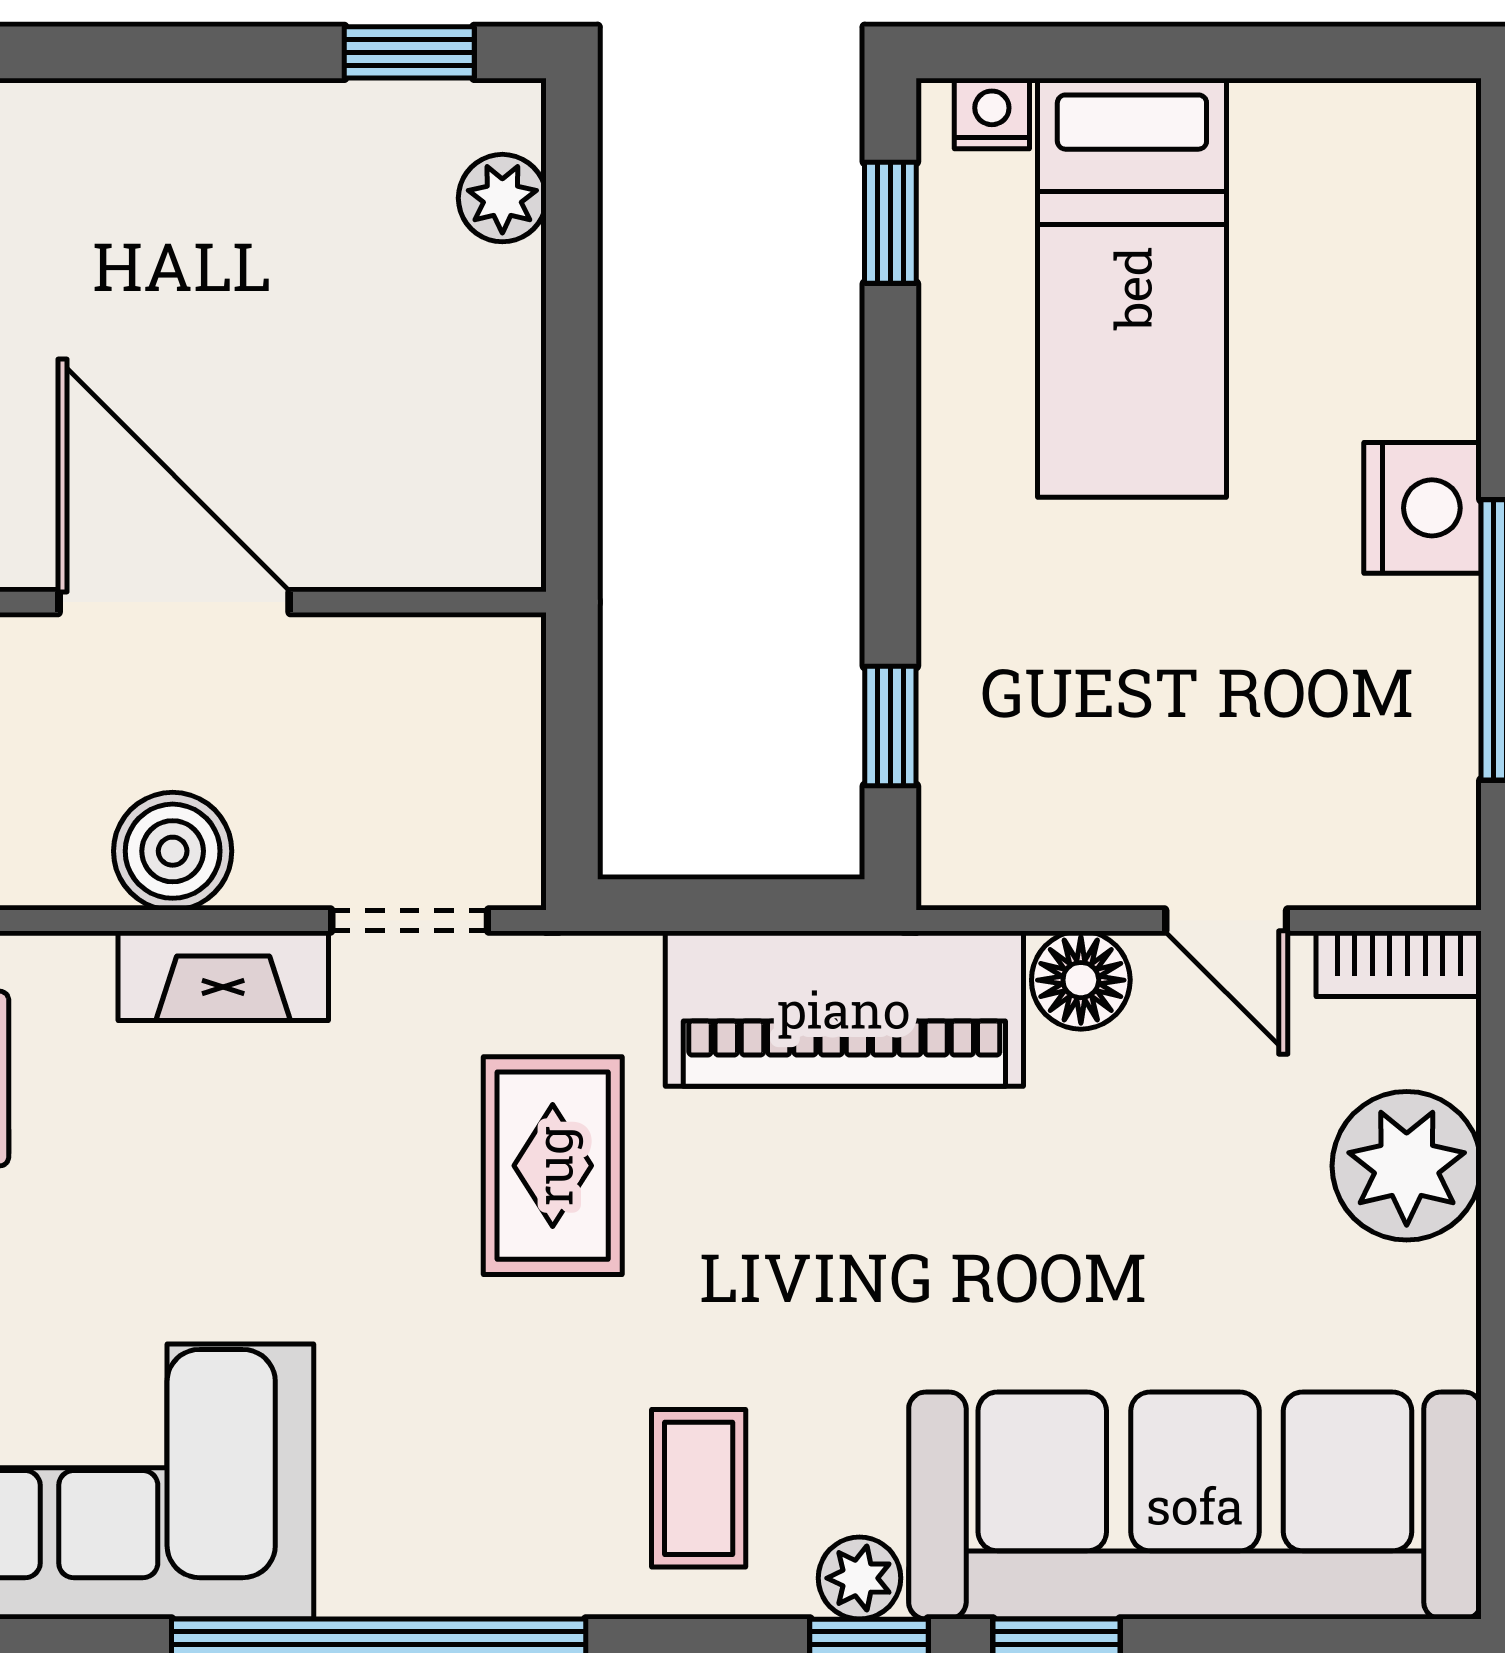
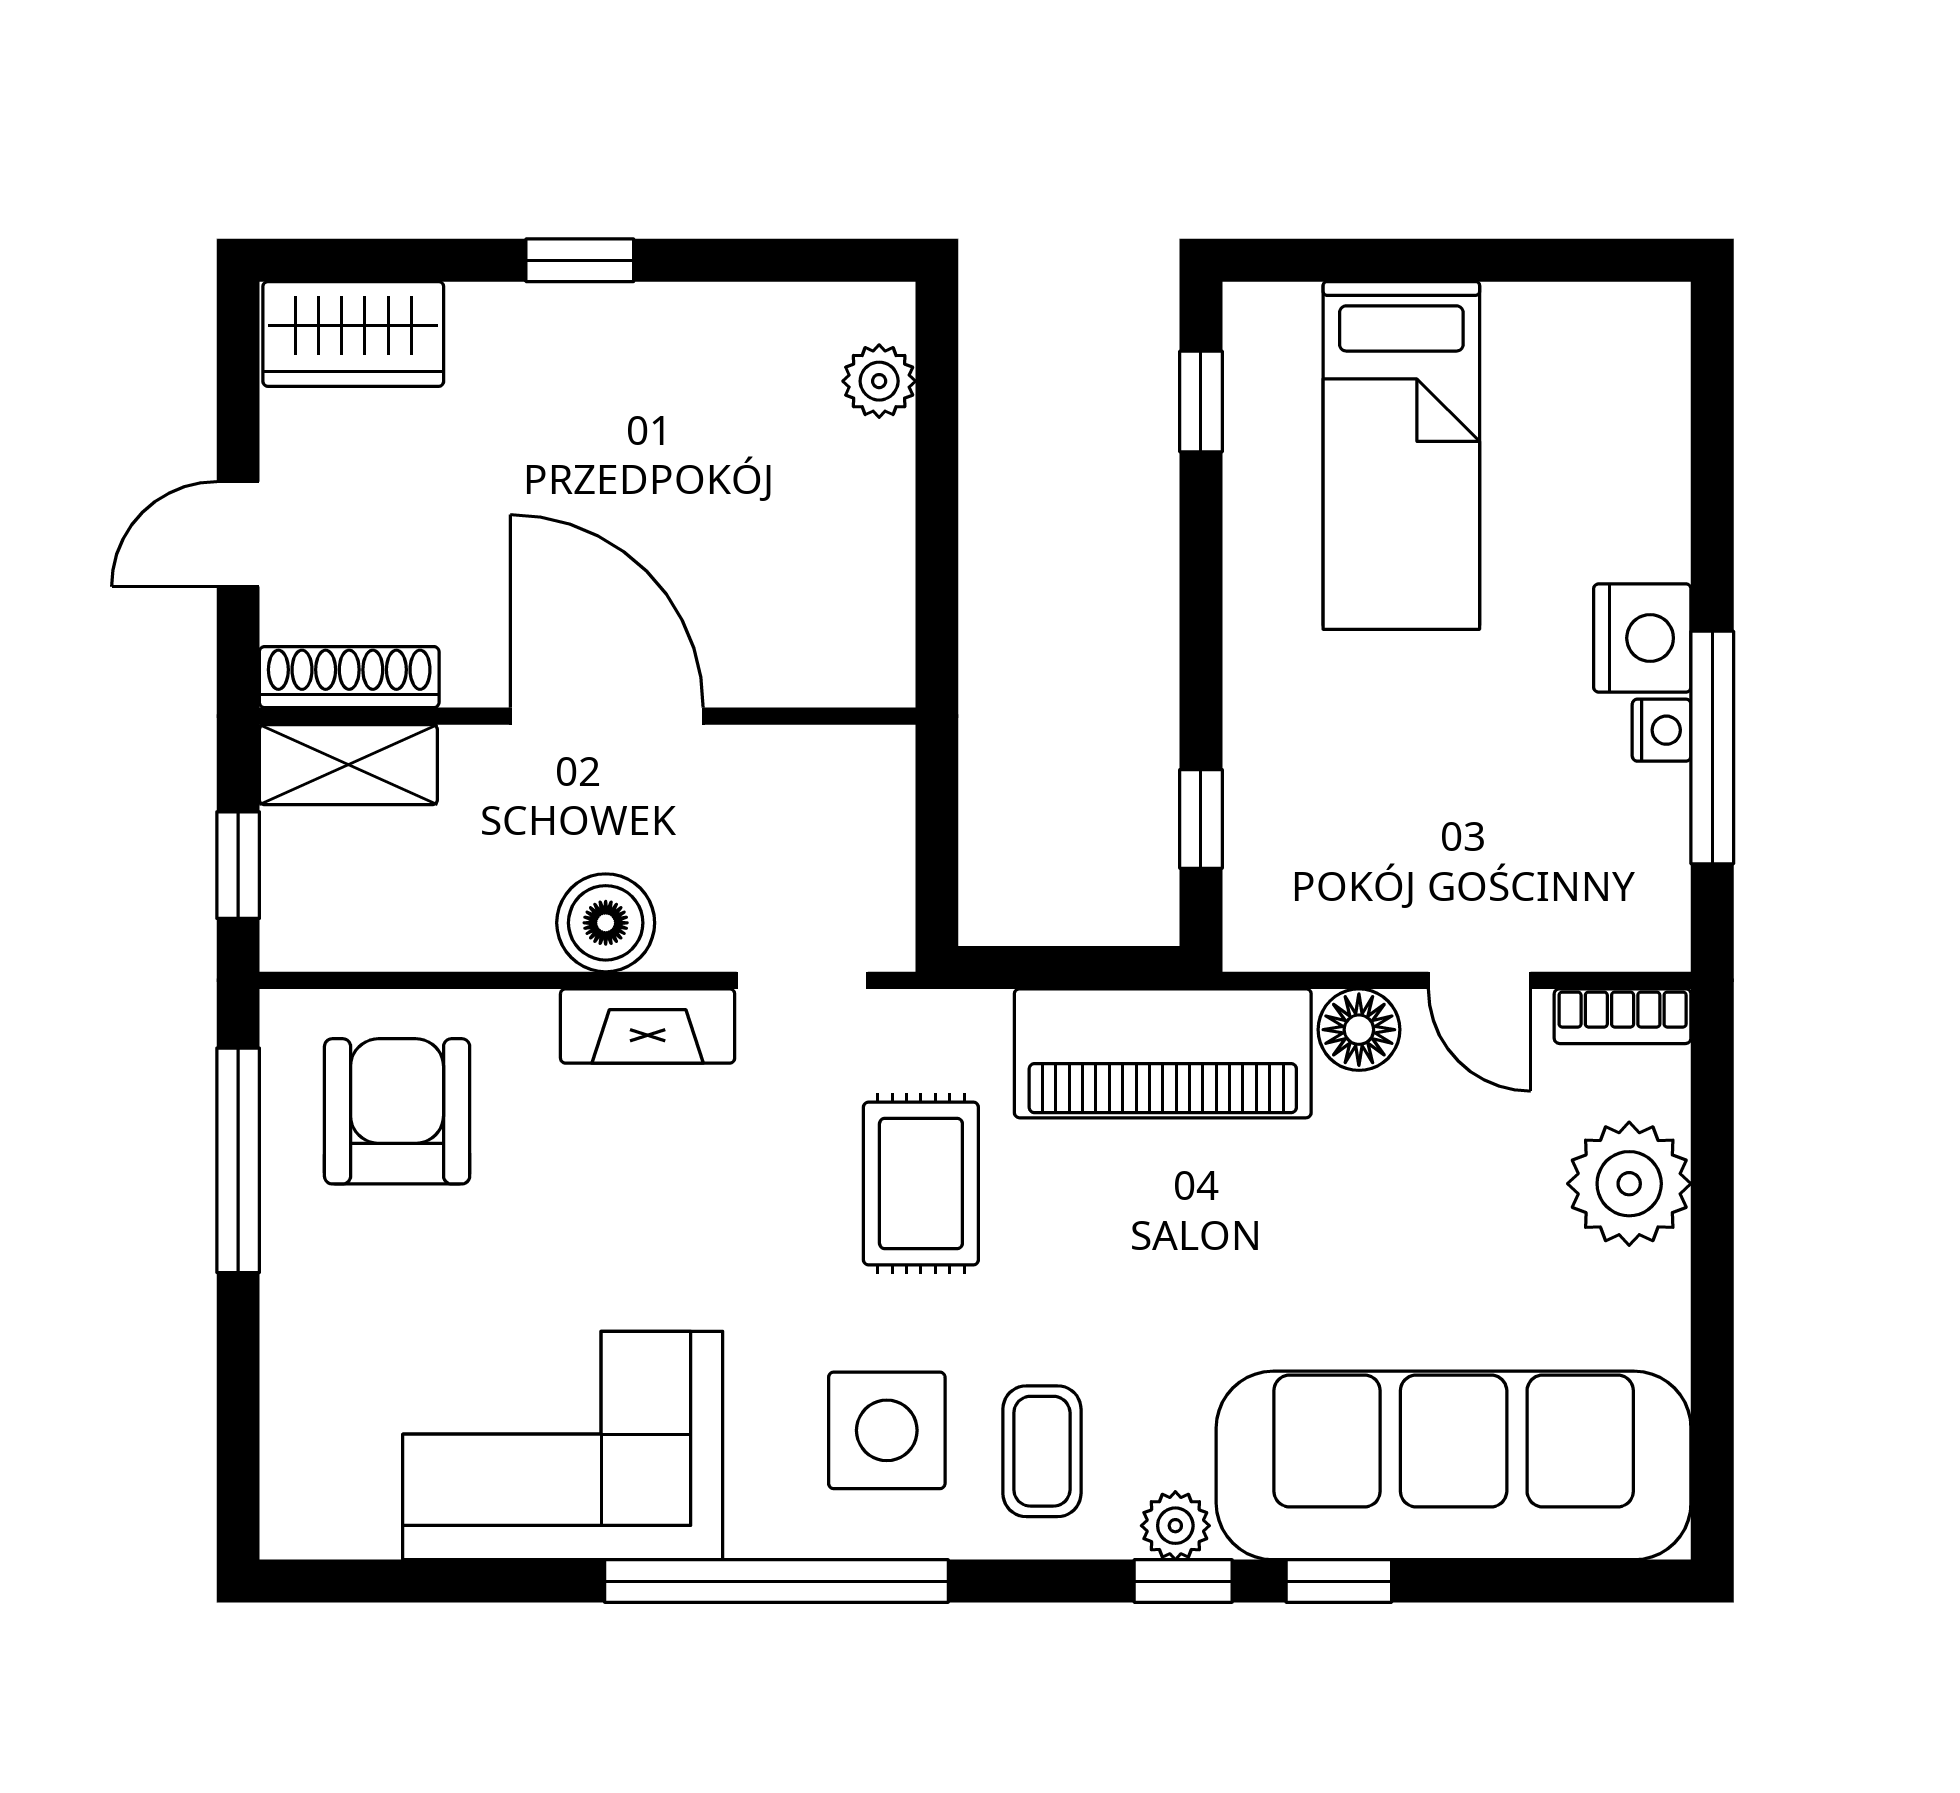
window: (409, 52) -> (580, 260), moved
nightstand: (992, 113) -> (1662, 730), moved, turned 90
side table: (512, 1463) -> (887, 1430), added

